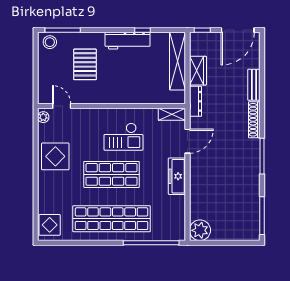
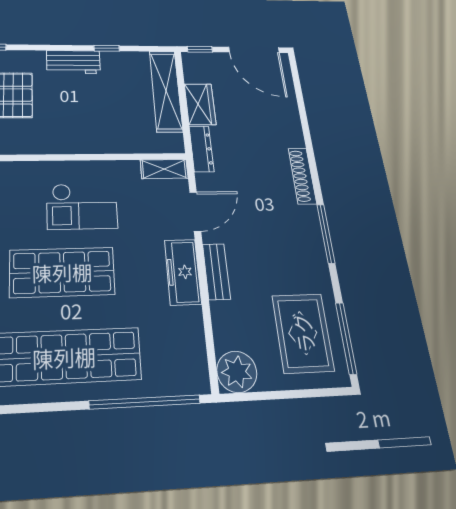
door: (238, 30) -> (254, 50), hinge flipped
workbench: (128, 41) -> (73, 62), width x0.73
bench: (254, 85) -> (216, 271), moved
rug: (239, 212) -> (303, 333), added

